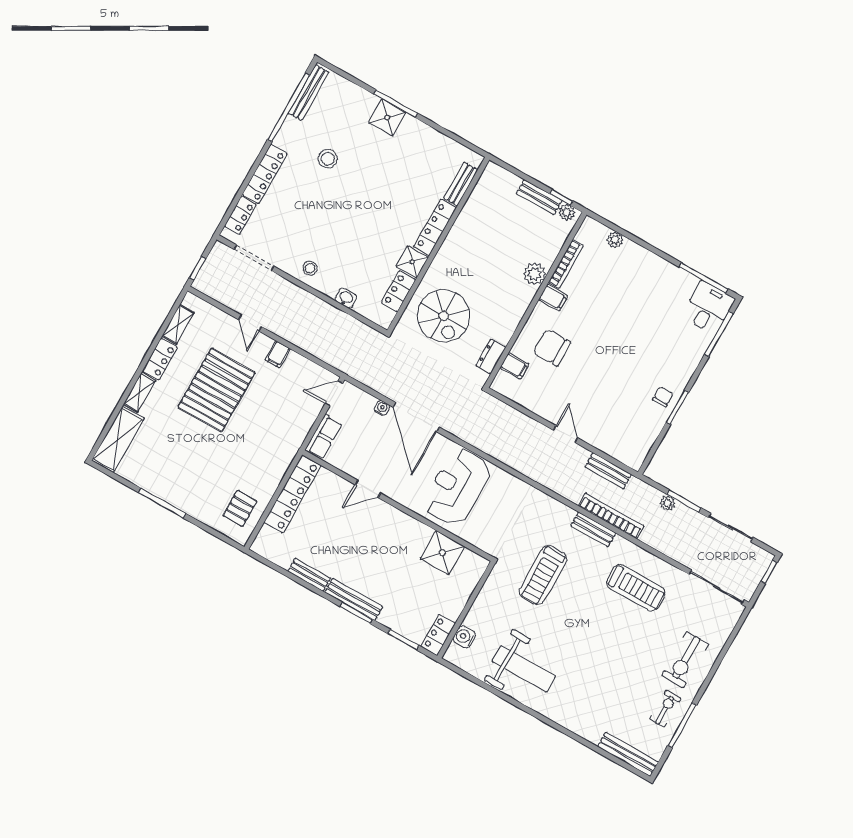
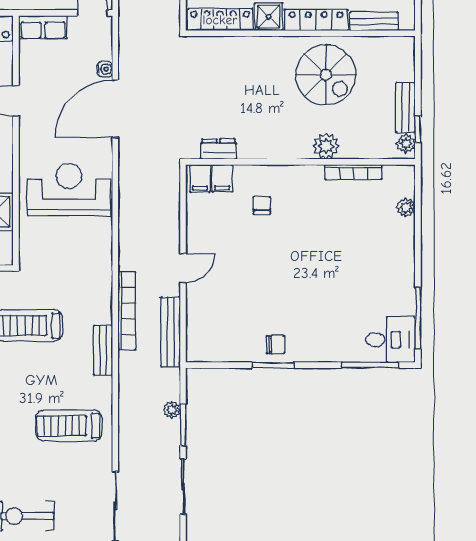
locker: (398, 291) -> (220, 20), width x1.53
filing cabinet: (553, 298) -> (200, 178), moved
spiral stairs: (444, 316) -> (326, 75), moved, turned -90
chair: (552, 348) -> (262, 205), width x0.54, depth x0.54
bench: (608, 471) -> (170, 332), width x1.36
bookcase: (611, 516) -> (127, 311), moved
treadmill: (636, 588) -> (69, 426), turned 90

